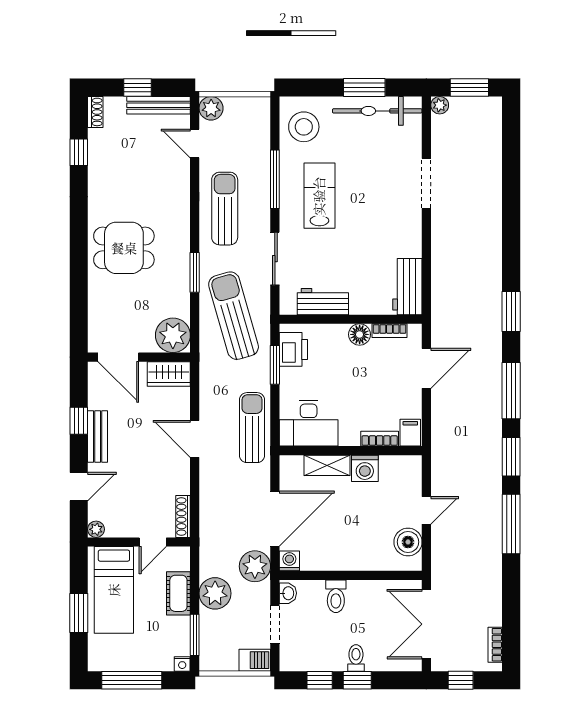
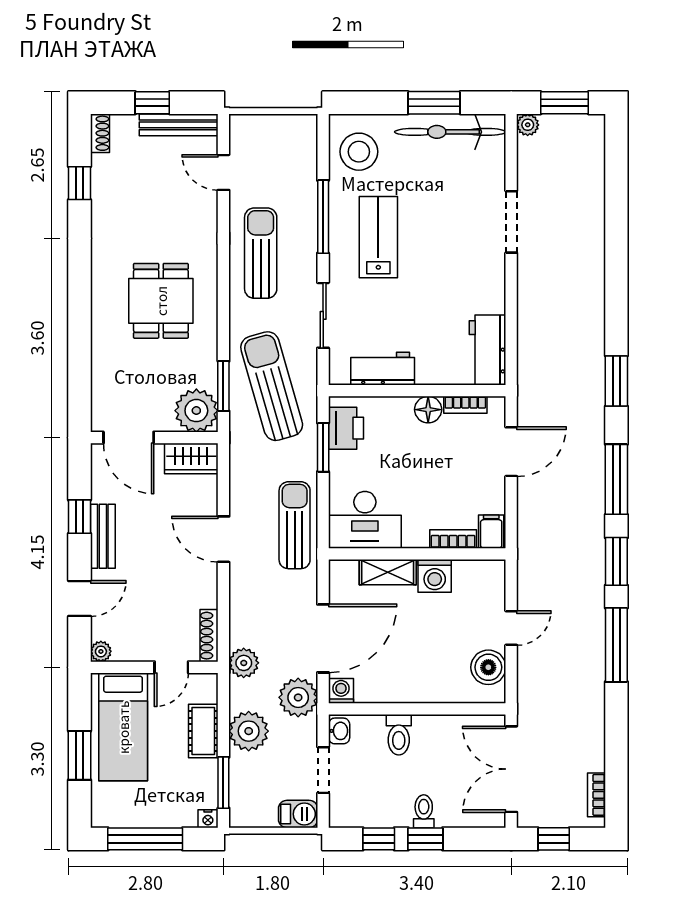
plant: (211, 108) -> (244, 663), moved
dining table: (124, 248) -> (161, 301), moved, turned 90
window: (195, 272) -> (223, 386), moved

